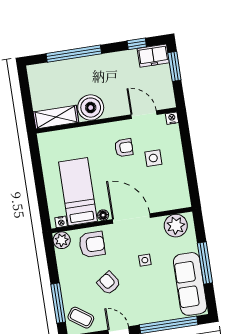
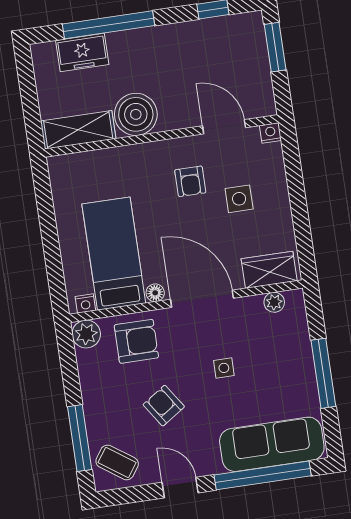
freezer: (153, 56) -> (82, 52), moved
armchair: (124, 148) -> (190, 181), turned 90
wardrobe: (172, 201) -> (269, 270), added
plant: (176, 226) -> (274, 302), width x0.53, depth x0.53
sofa: (190, 284) -> (272, 444), moved, turned 90

